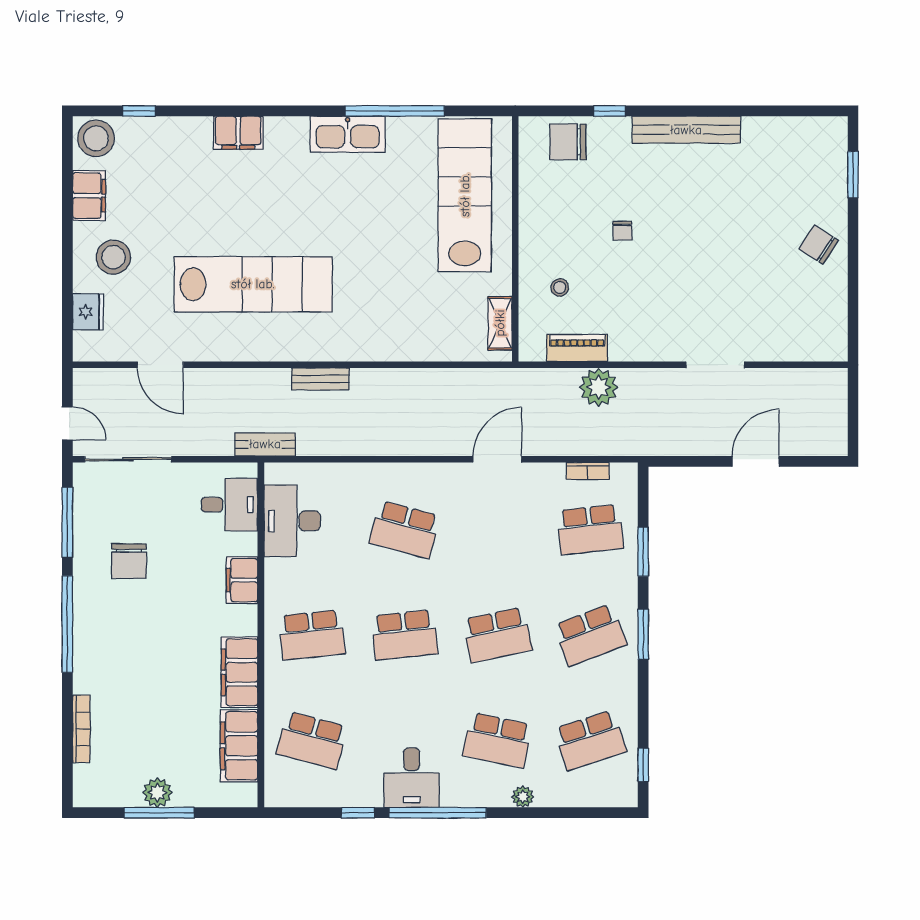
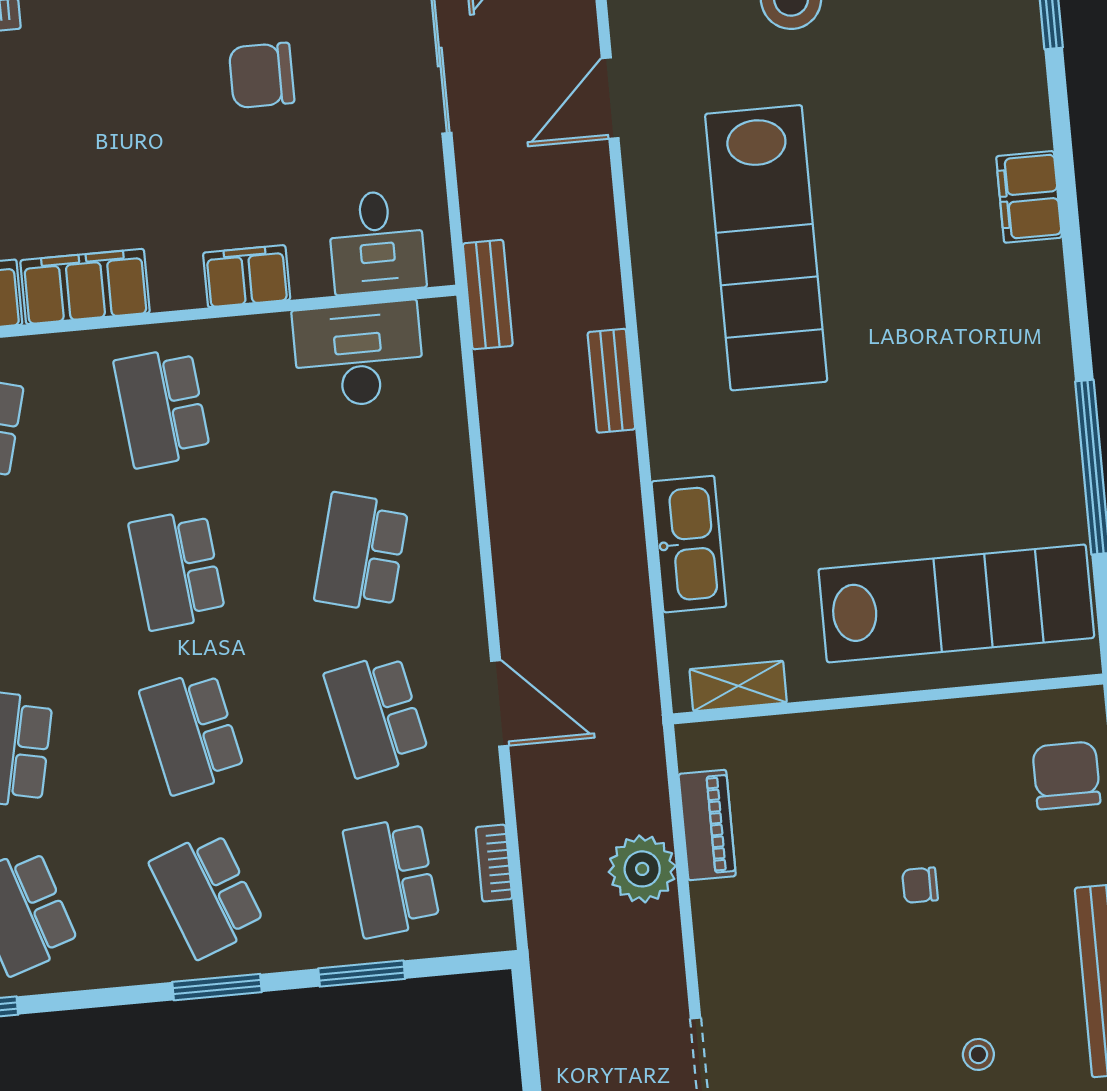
kitchen sink: (348, 134) -> (689, 544), moved, turned 180
stool: (560, 287) -> (978, 1054), moved
school desk: (497, 530) -> (377, 715), added

